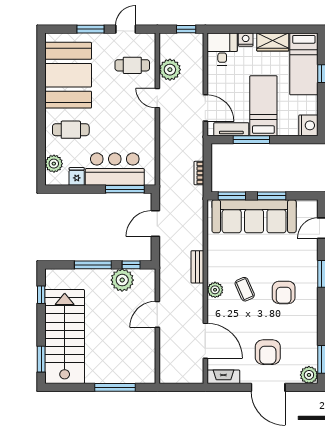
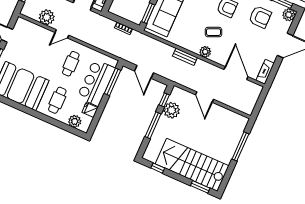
cafe table: (132, 65) -> (71, 64), moved
door: (205, 341) -> (236, 73), hinge flipped
armchair: (268, 352) -> (260, 17), moved

